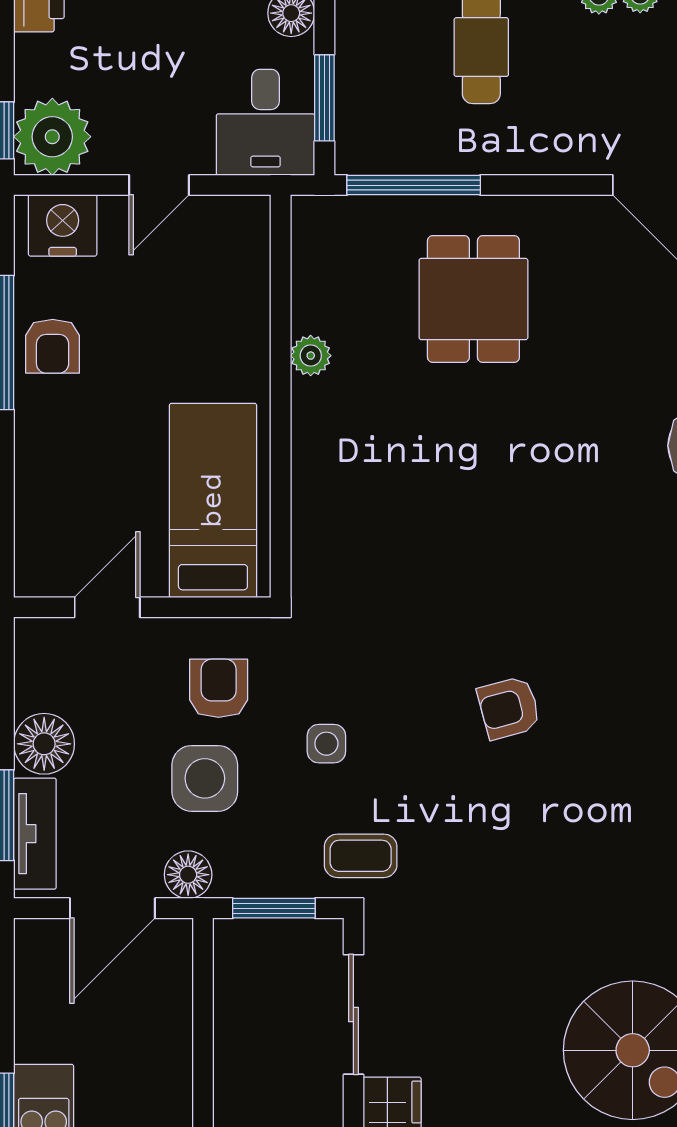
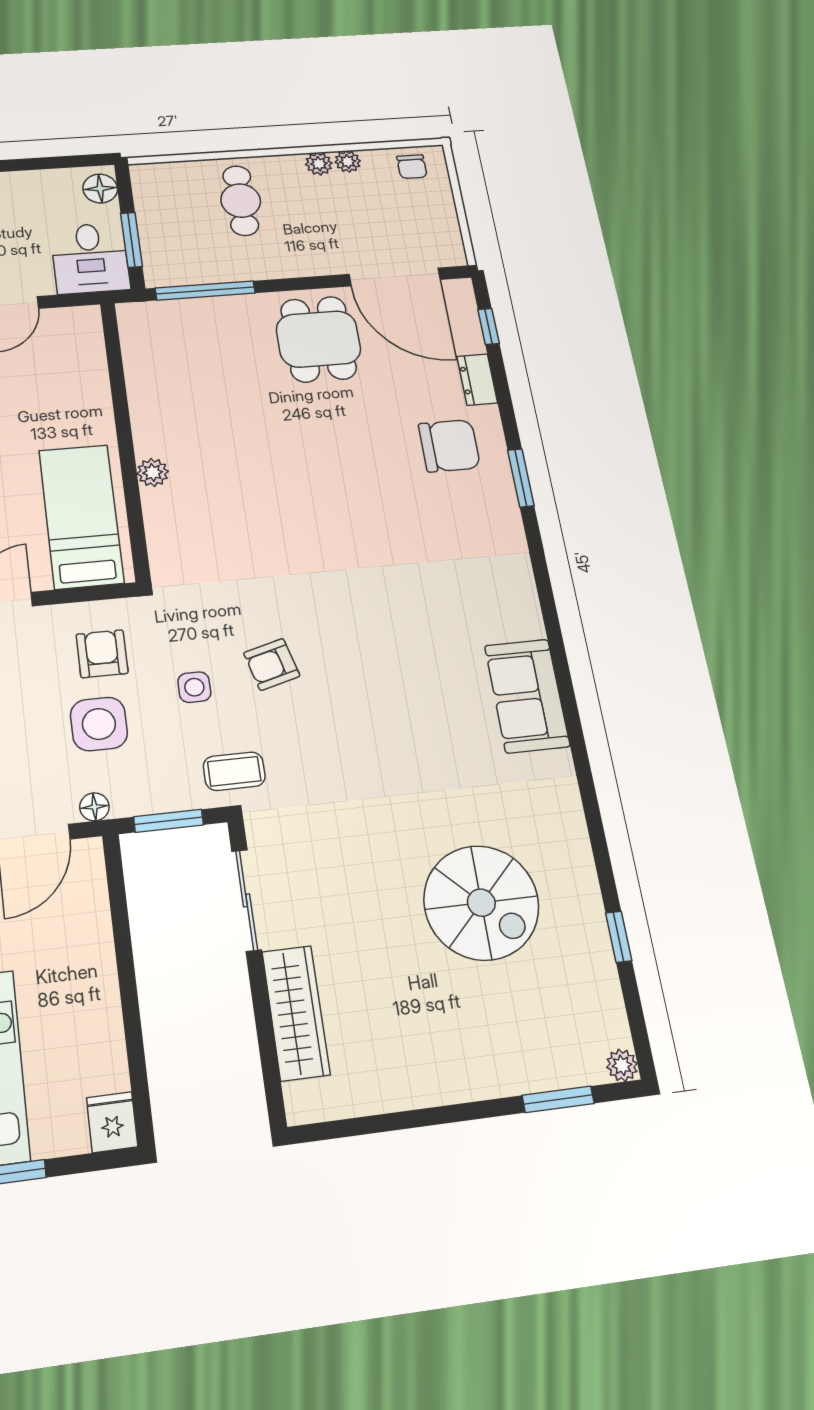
dining table: (473, 299) -> (318, 339), moved
plant: (311, 356) -> (153, 472), moved
armchair: (509, 708) -> (272, 664), moved
floor lamp: (188, 875) -> (94, 807), width x0.73, depth x0.73

